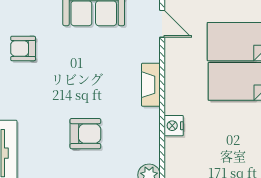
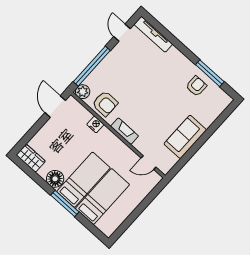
armchair: (85, 134) -> (105, 104), moved, turned -90

